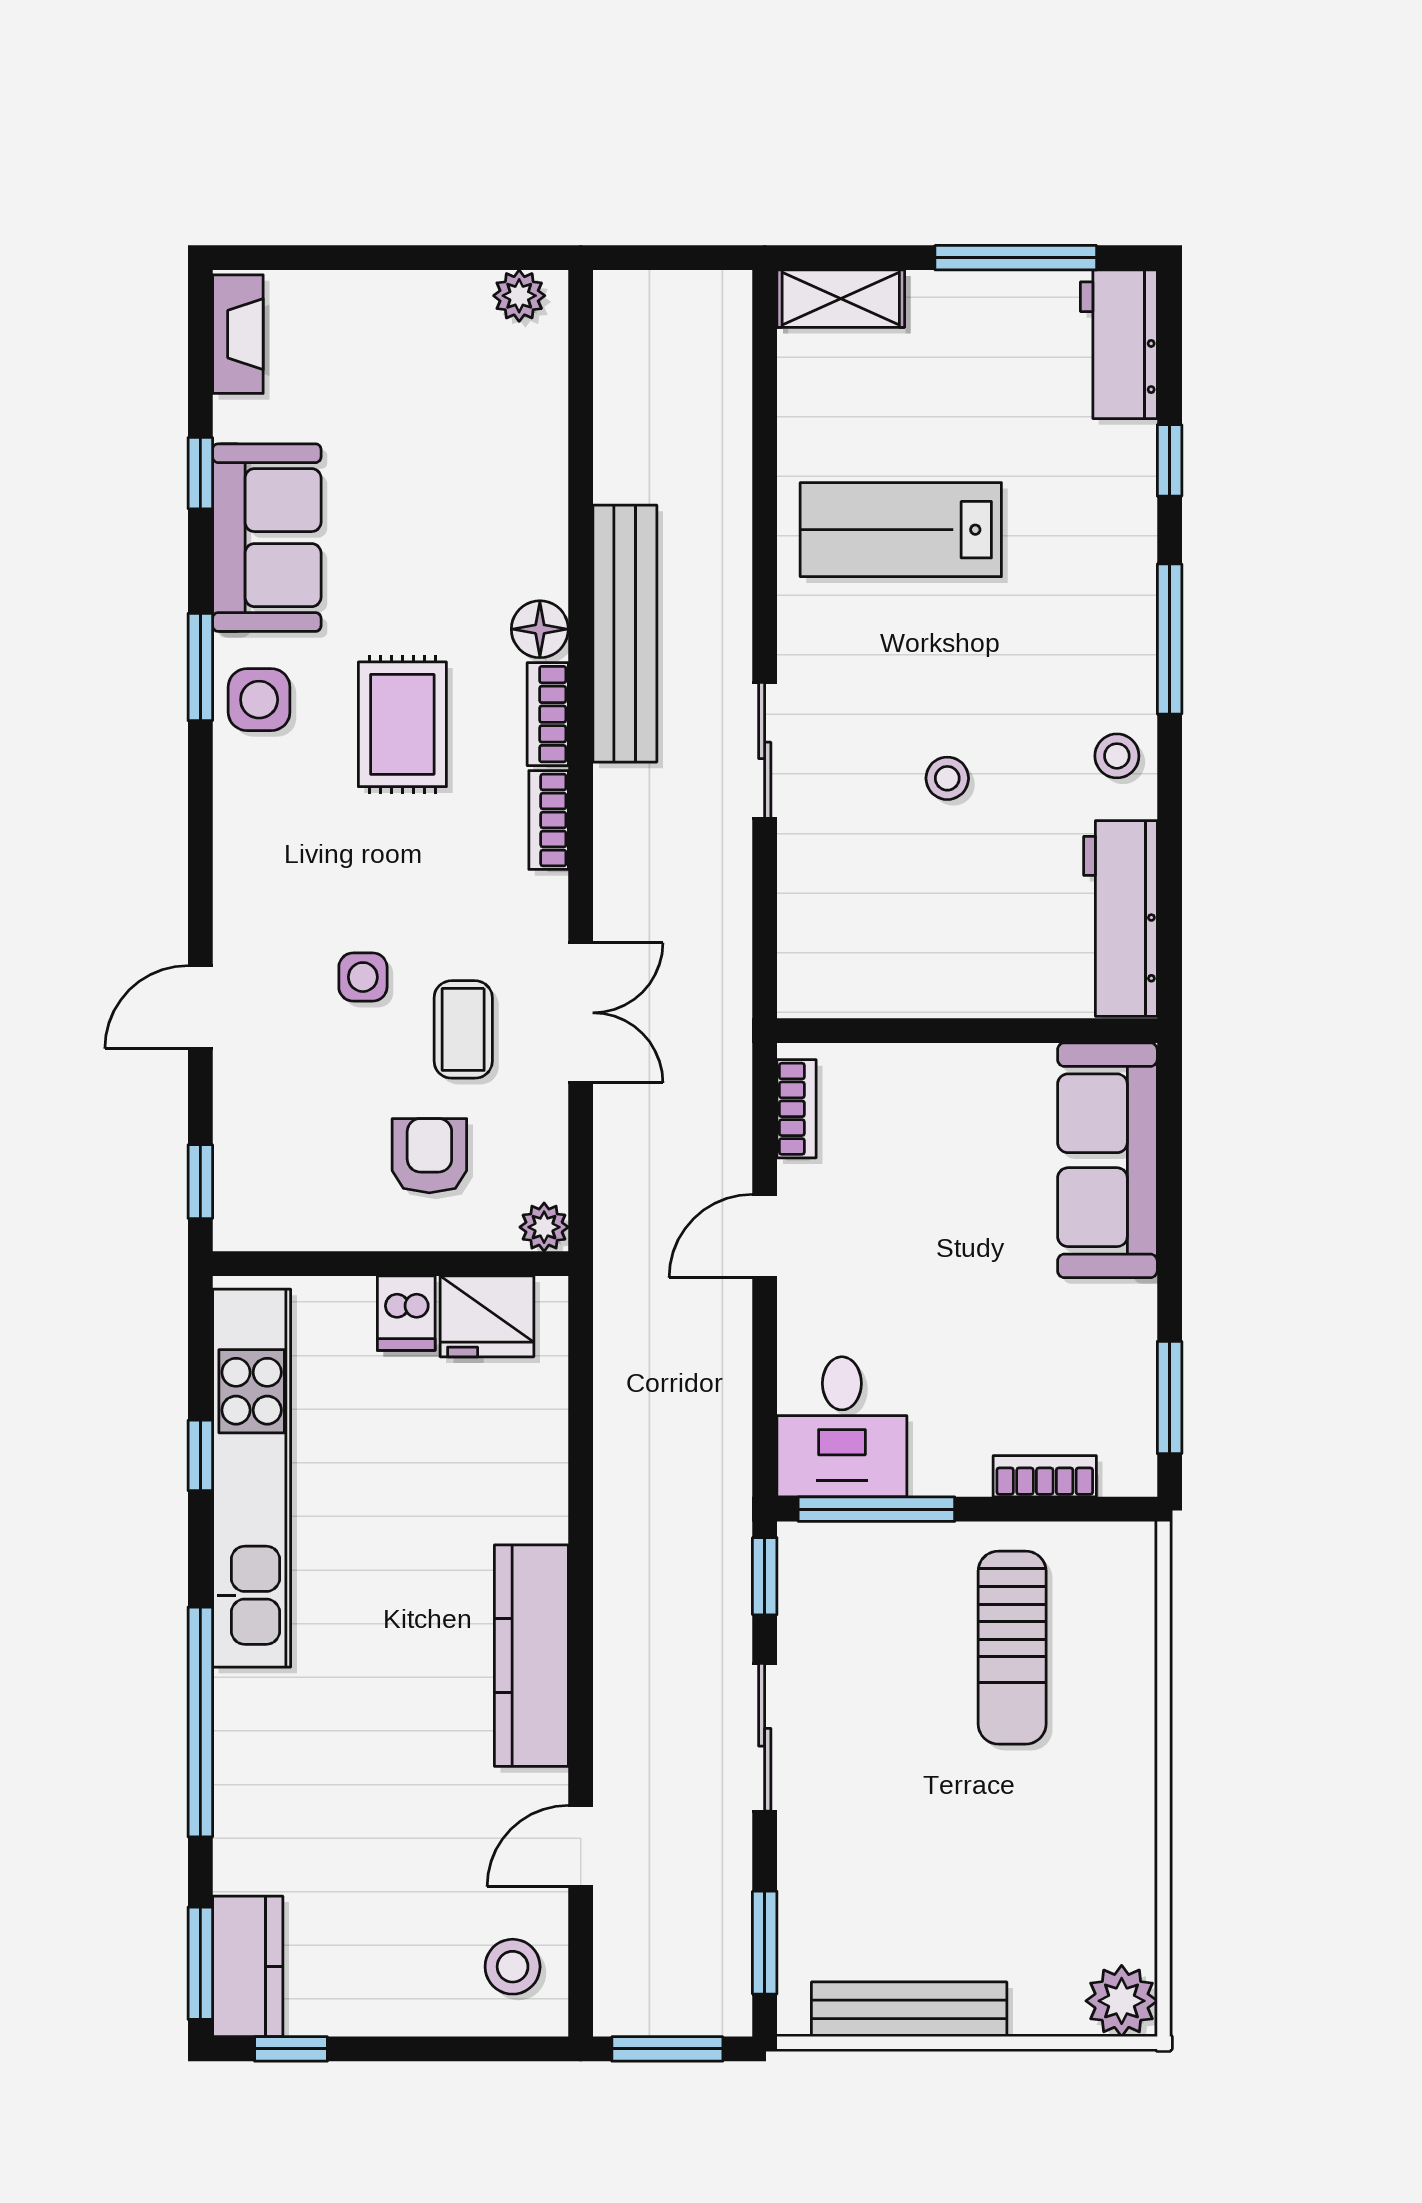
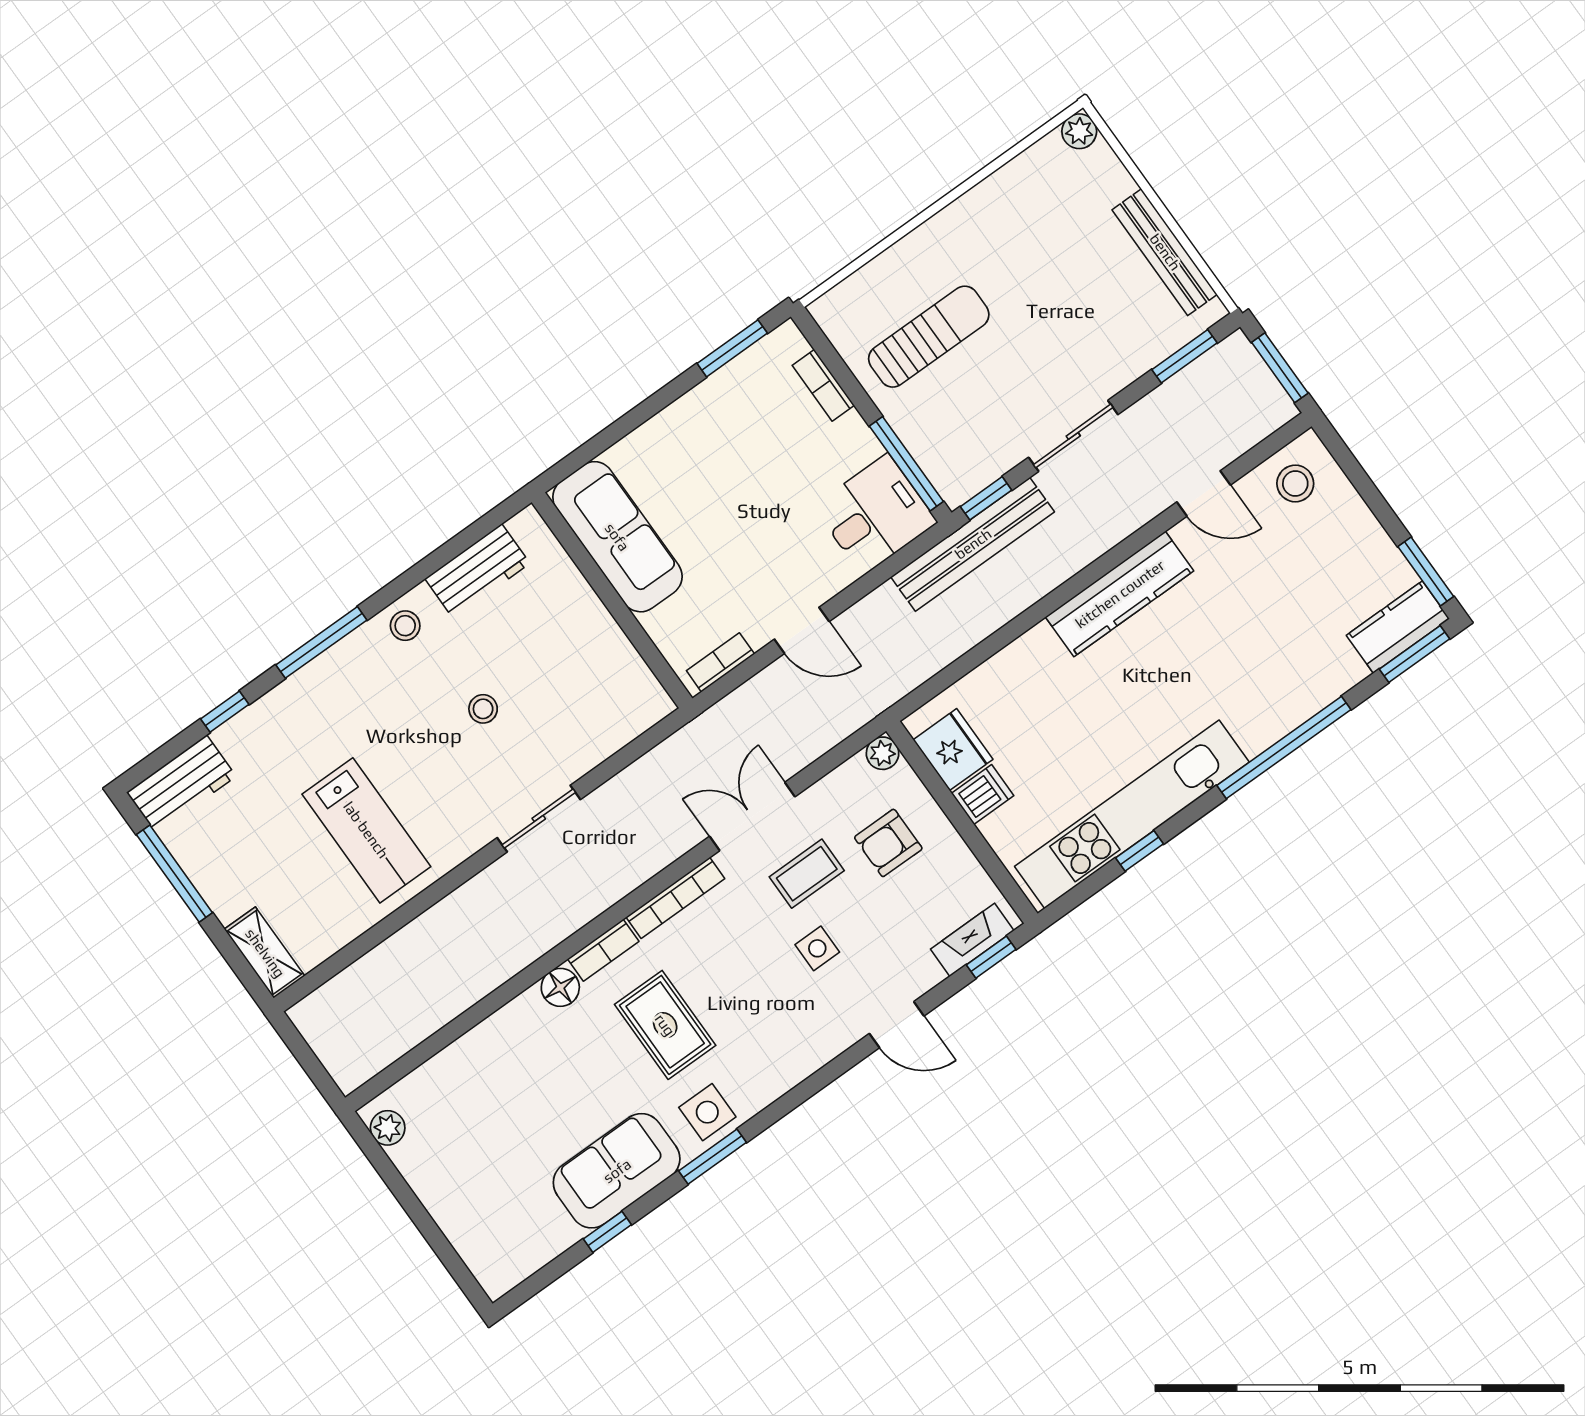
fireplace: (238, 334) -> (972, 940), moved
bench: (625, 634) -> (973, 544), moved
rug: (402, 724) -> (665, 1025), turned 90
bookcase: (549, 820) -> (675, 898), width x1.56
workbench: (1120, 919) -> (477, 571), width x0.73
sofa: (1107, 1160) -> (617, 537), moved, turned -90
plant: (1122, 2001) -> (1079, 131), width x0.73, depth x0.73
window: (291, 2049) -> (1426, 572), width x1.50

